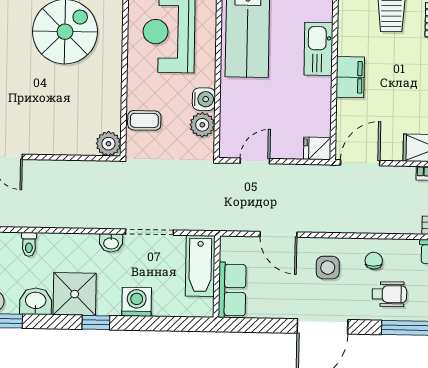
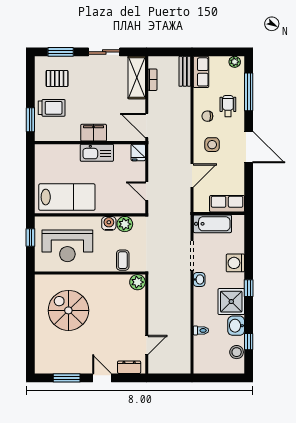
kitchen sink: (318, 49) -> (97, 153), moved

